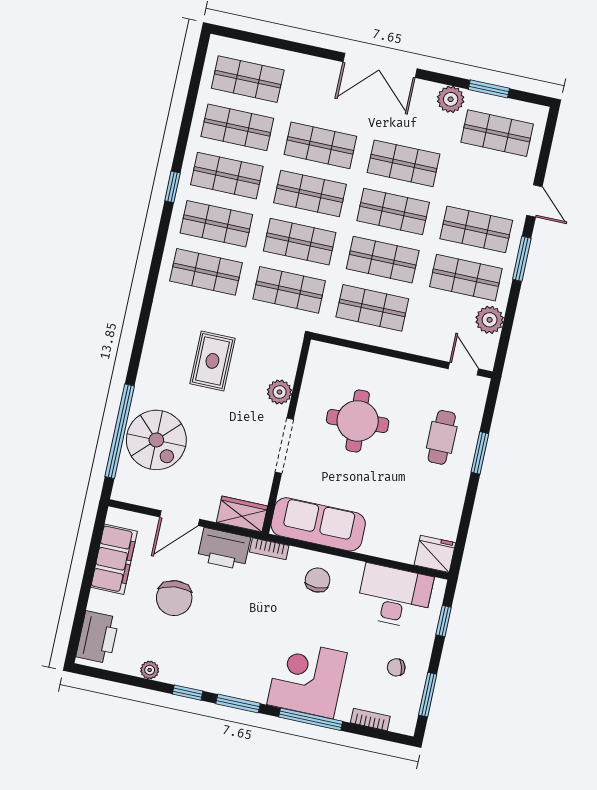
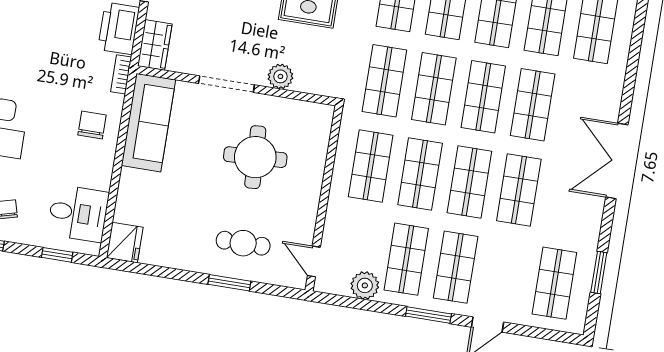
plant: (451, 99) -> (586, 234), removed
door: (463, 369) -> (314, 261), swing flipped
chair: (318, 580) -> (92, 125), turned -90
desk: (395, 596) -> (78, 213), width x0.73

